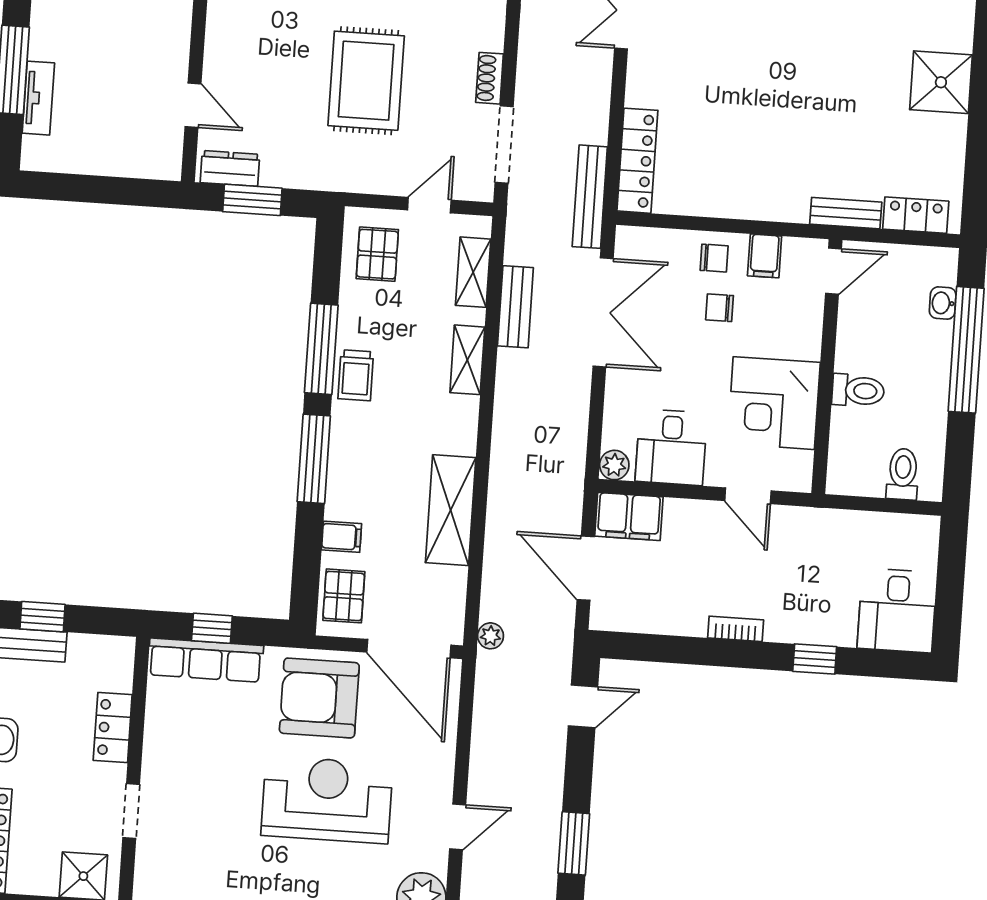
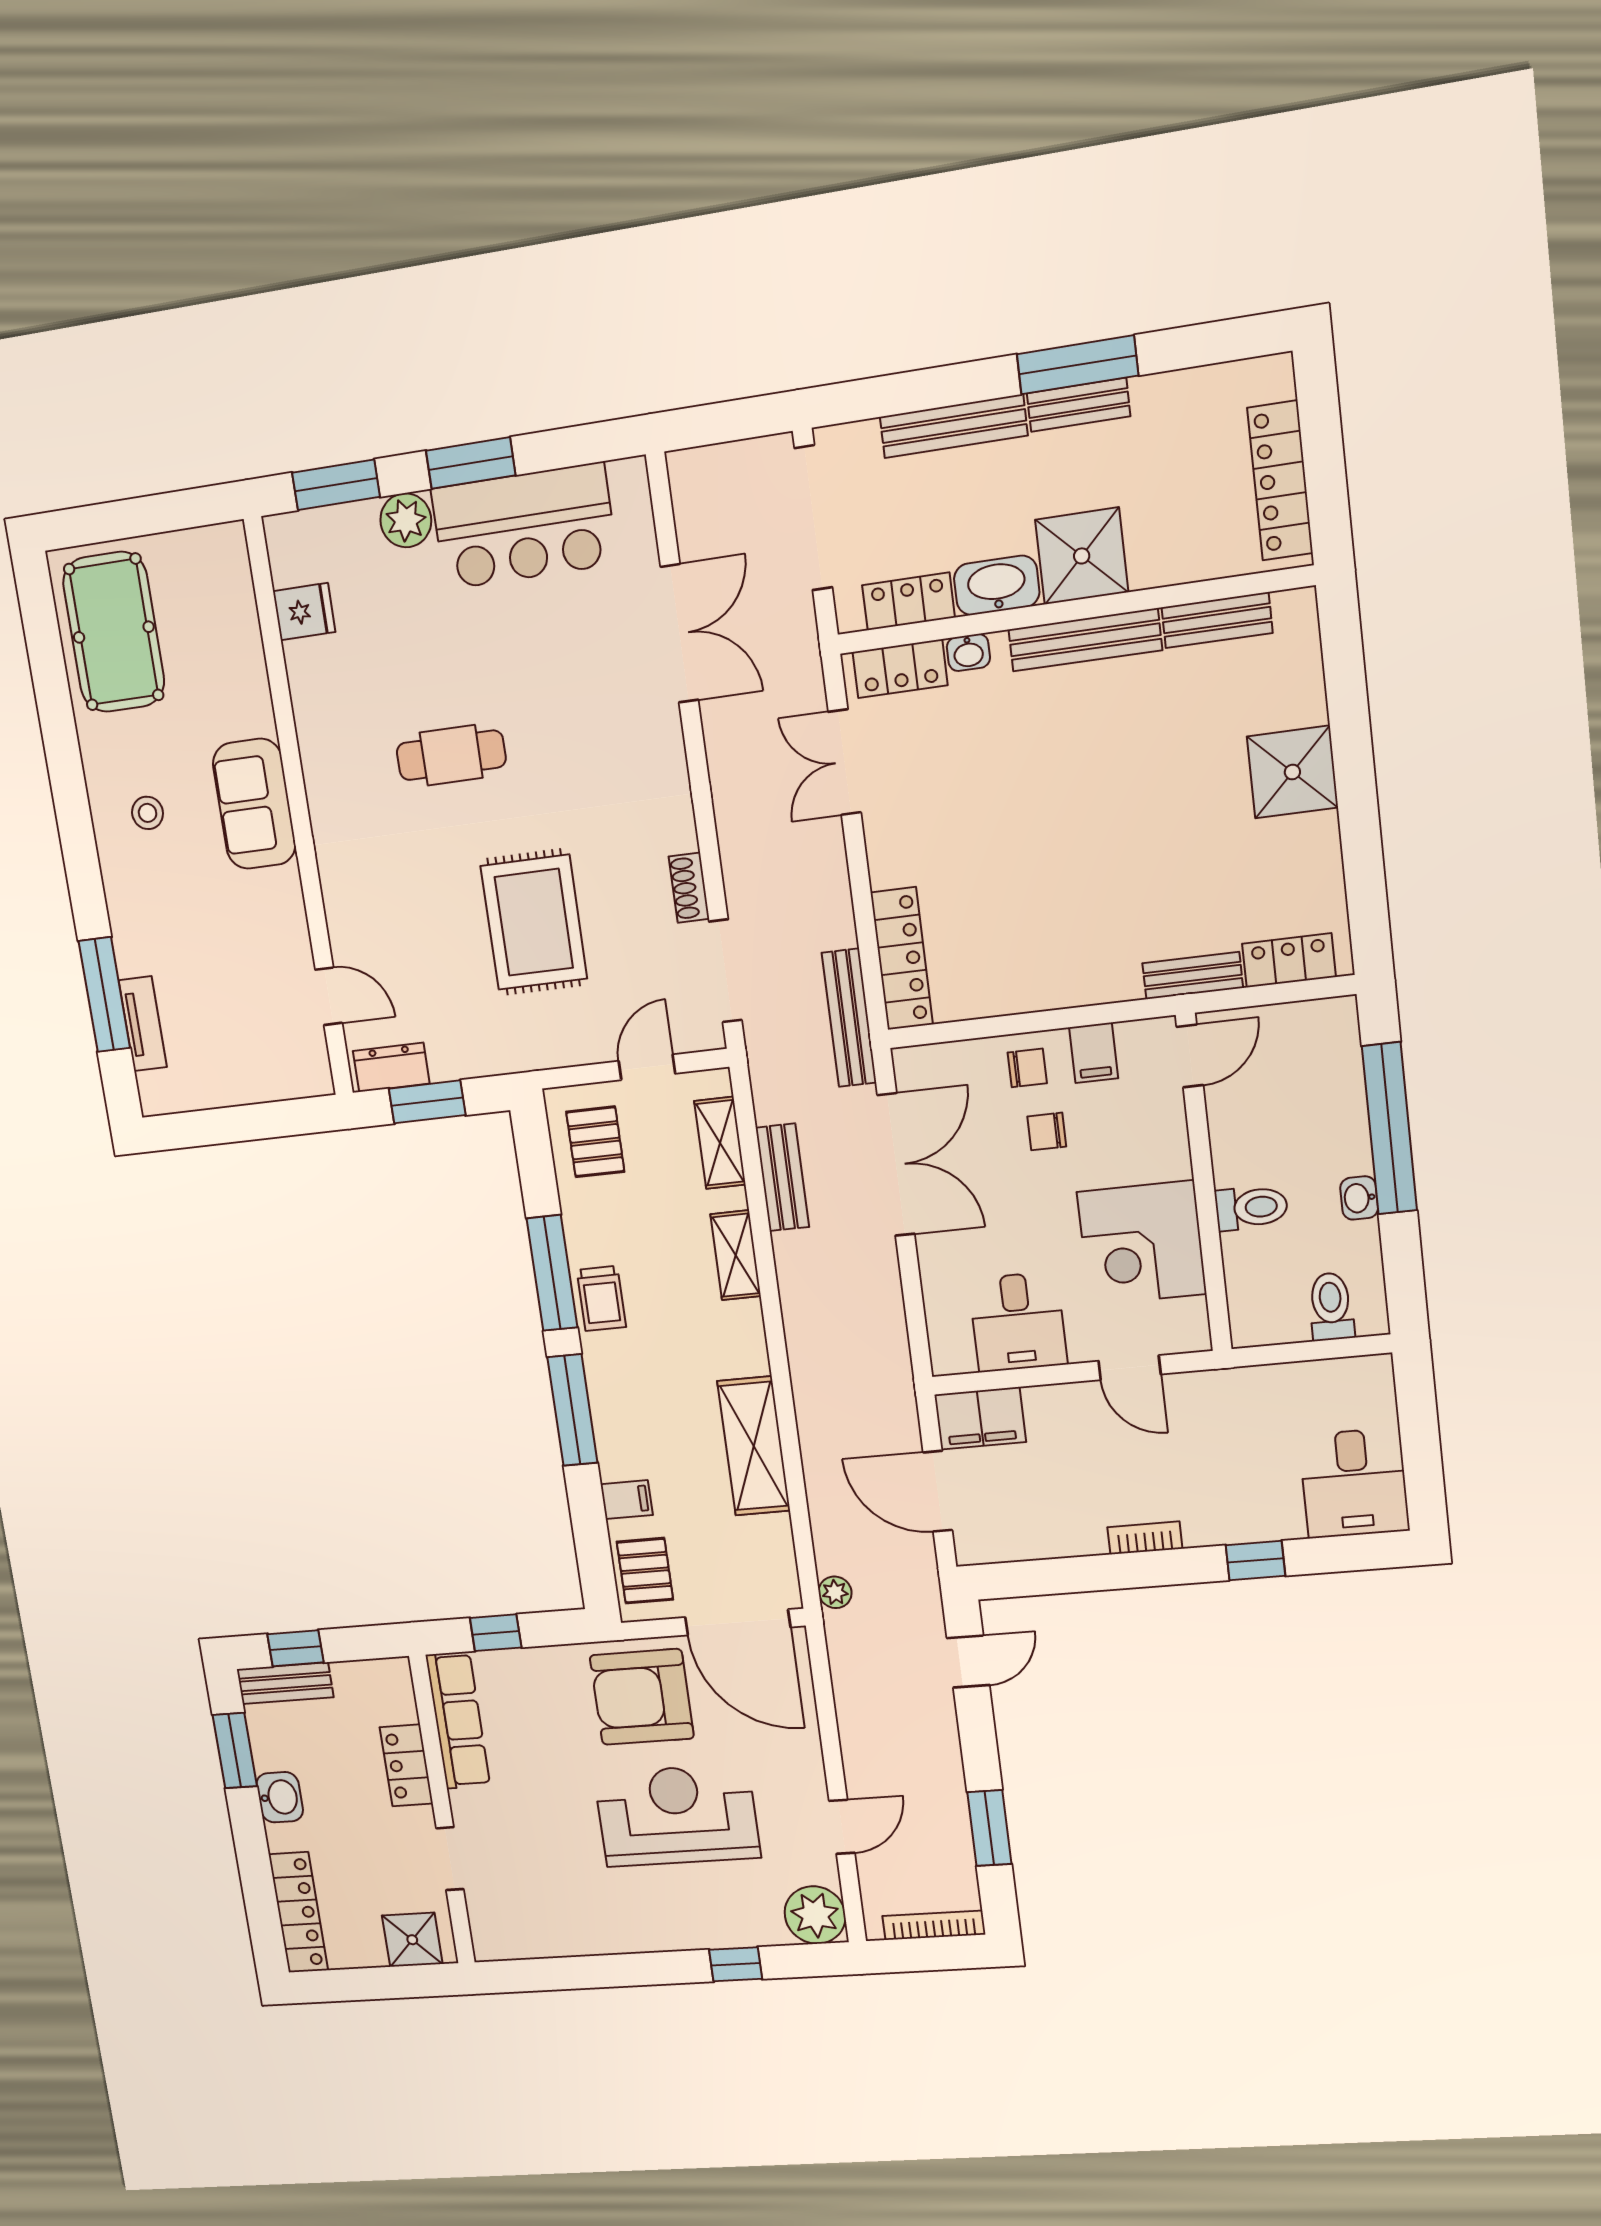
washbasin: (943, 303) -> (1359, 1198), moved
plant: (614, 465) -> (949, 1357), removed
row of seats: (206, 660) -> (458, 1720), moved, turned -90

